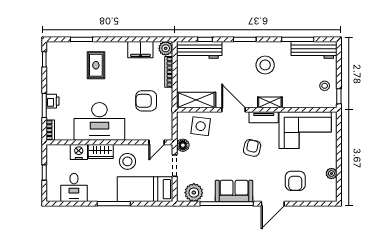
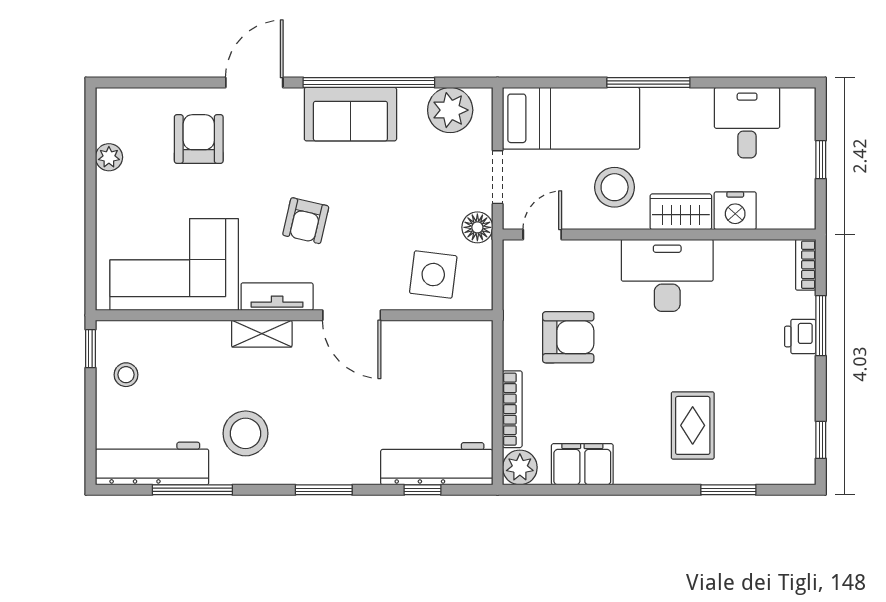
stool: (265, 65) -> (246, 433), moved
shelving: (196, 100) -> (444, 339), removed
desk: (99, 121) -> (667, 275), width x0.73, depth x0.77

